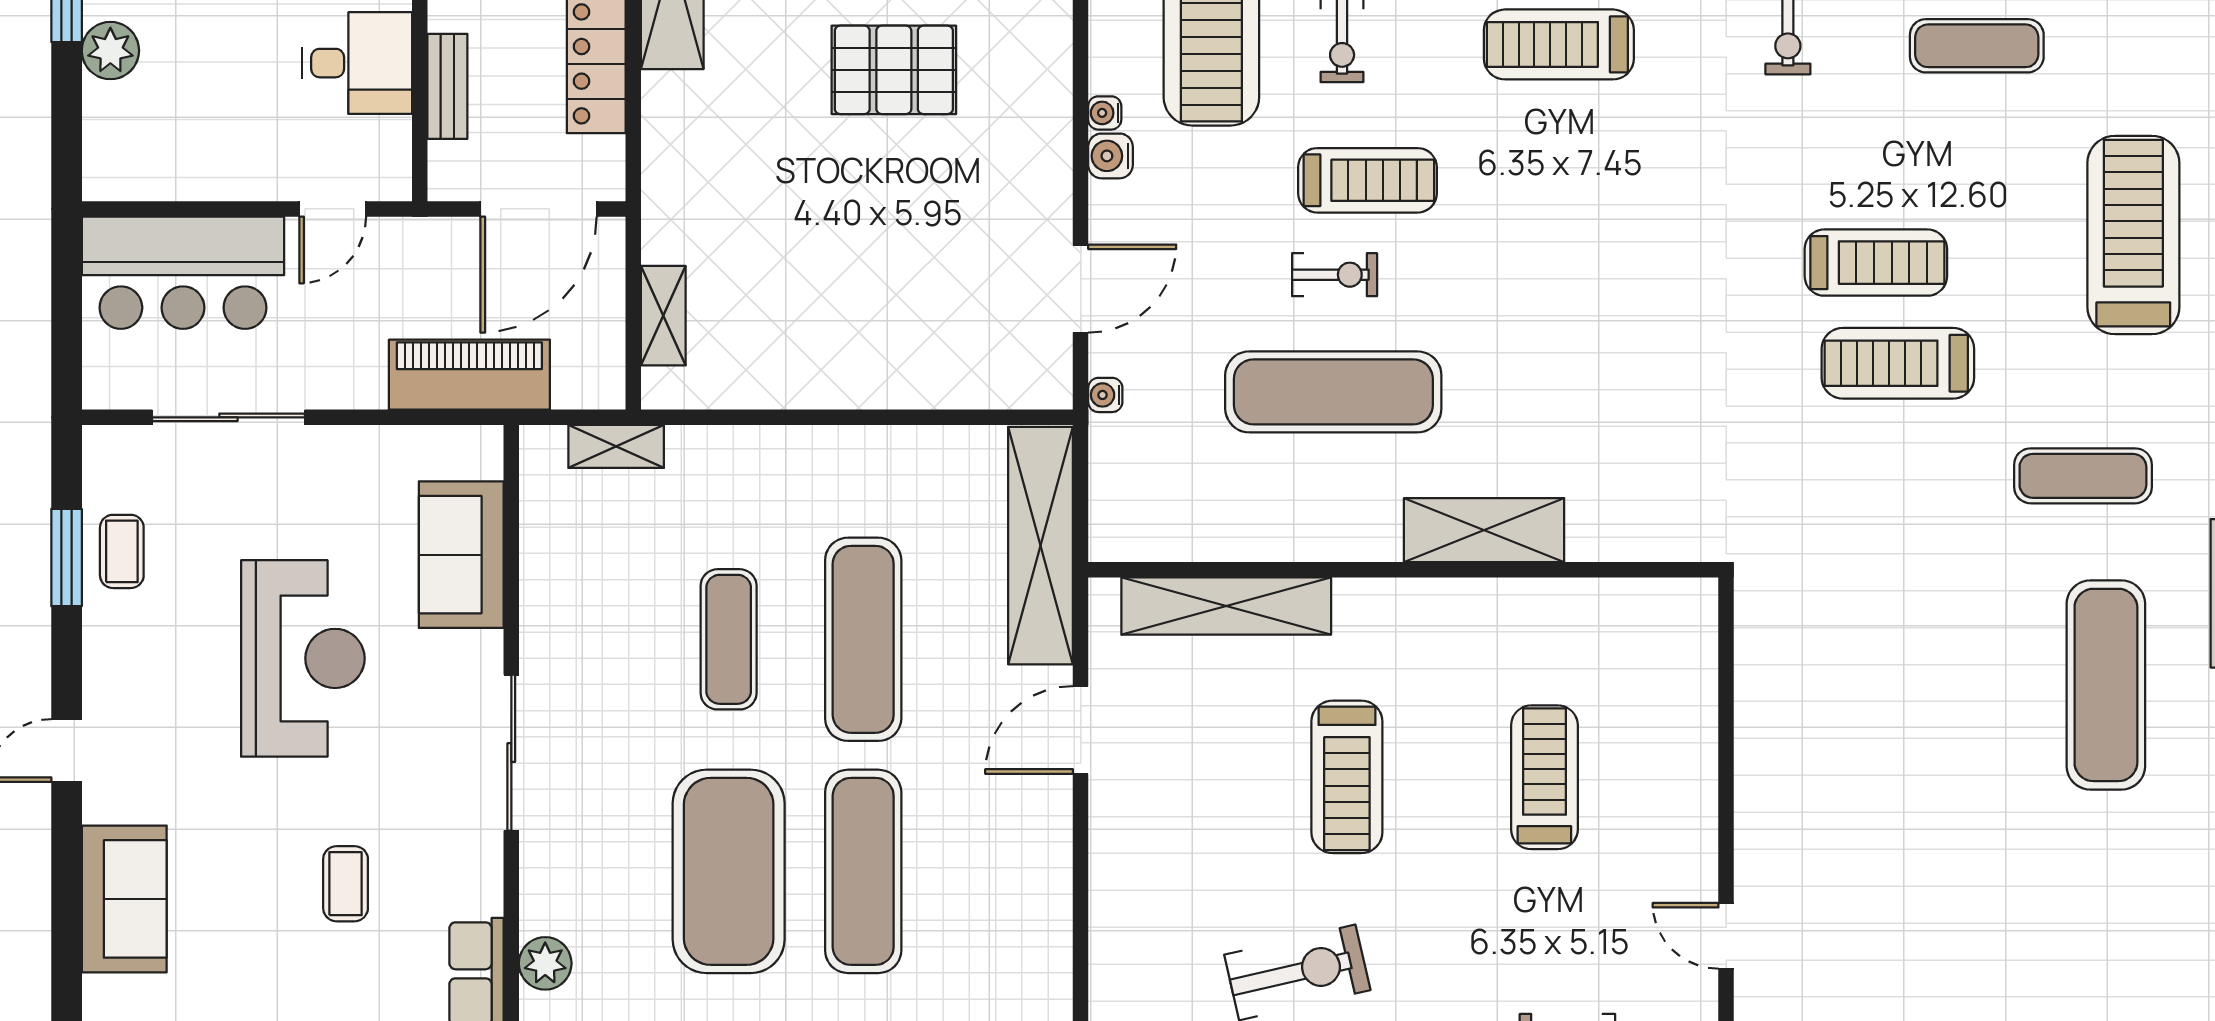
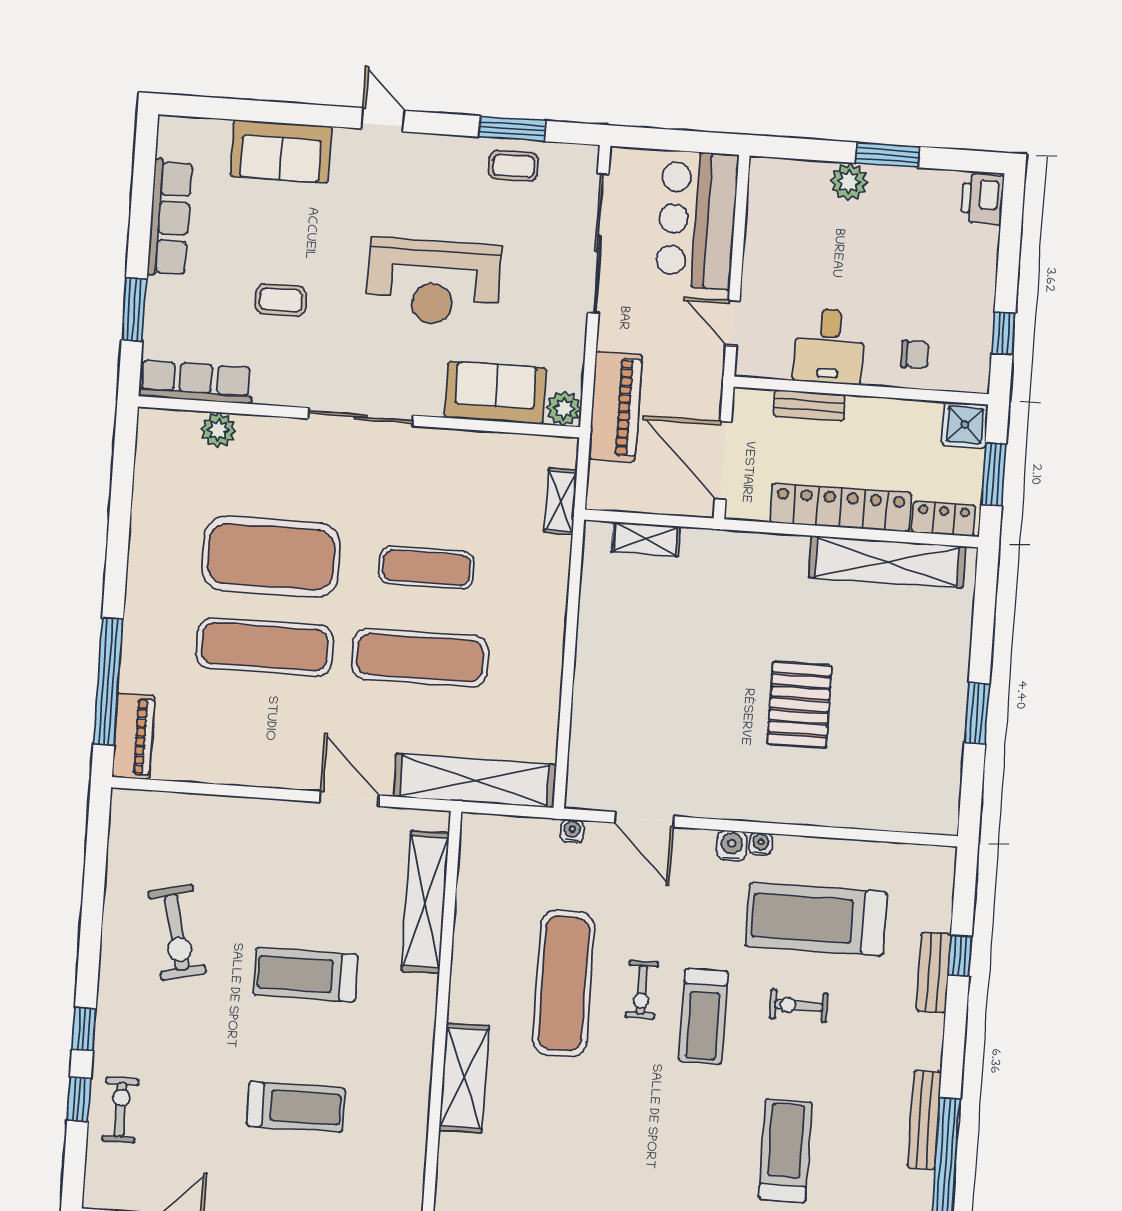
sliding door: (228, 417) -> (598, 244), width x1.36
plant: (478, 451) -> (564, 409), added

